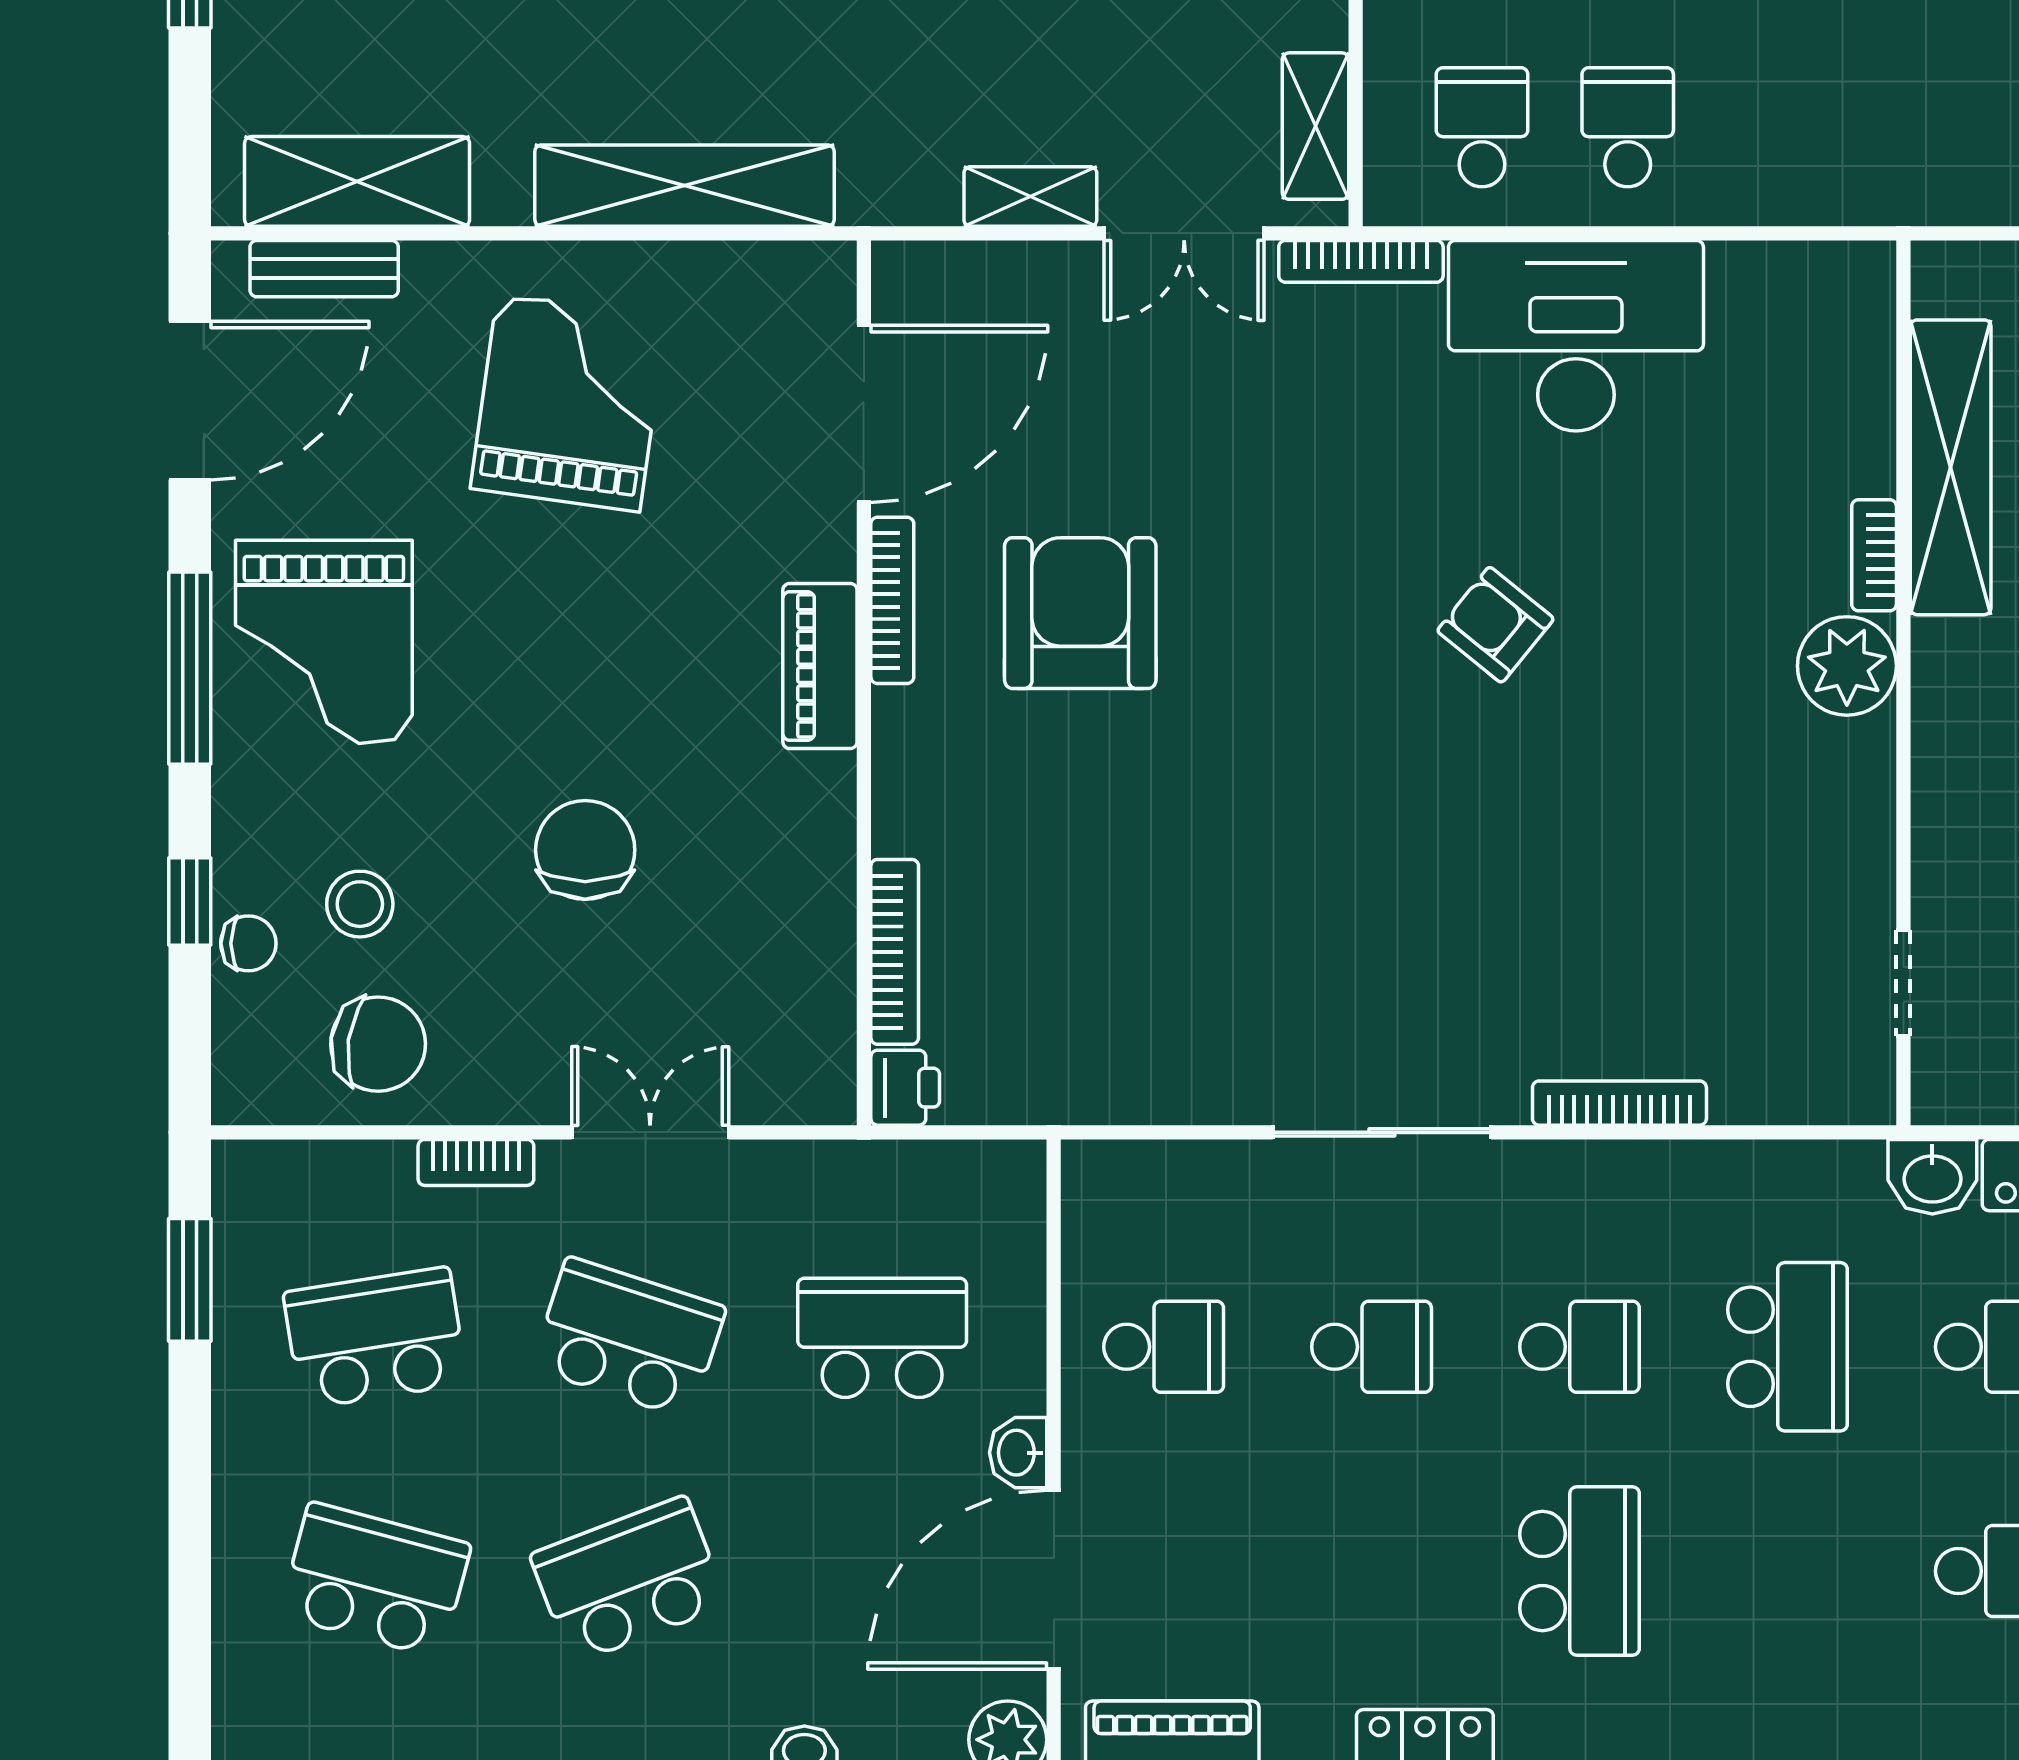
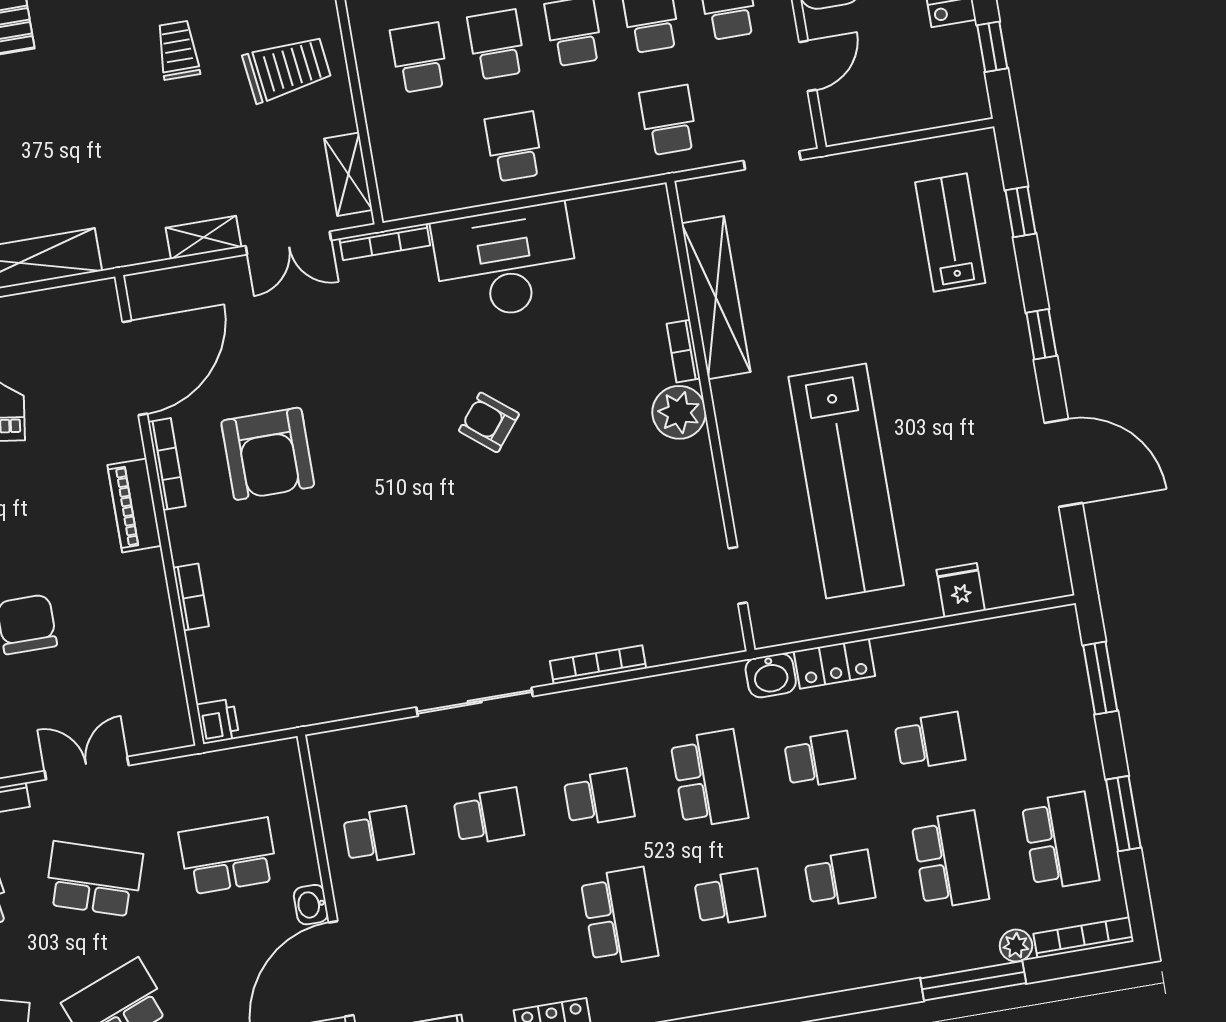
school desk: (1482, 127) -> (669, 120), moved
armchair: (1080, 613) -> (268, 454), turned 180
bookcase: (895, 952) -> (191, 597), moved, width x0.64
school desk: (1787, 1571) -> (730, 898), added

